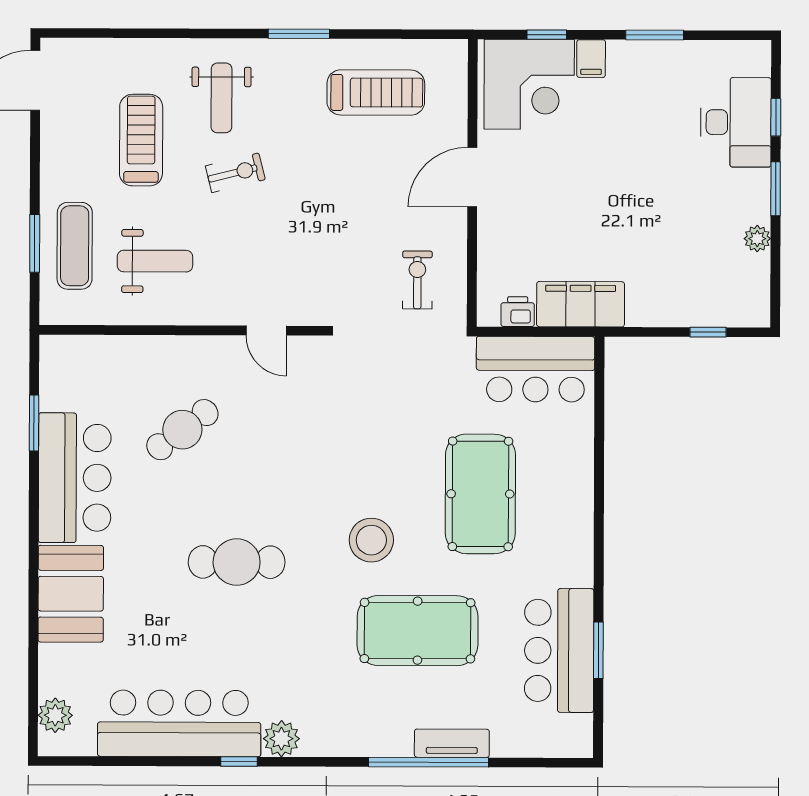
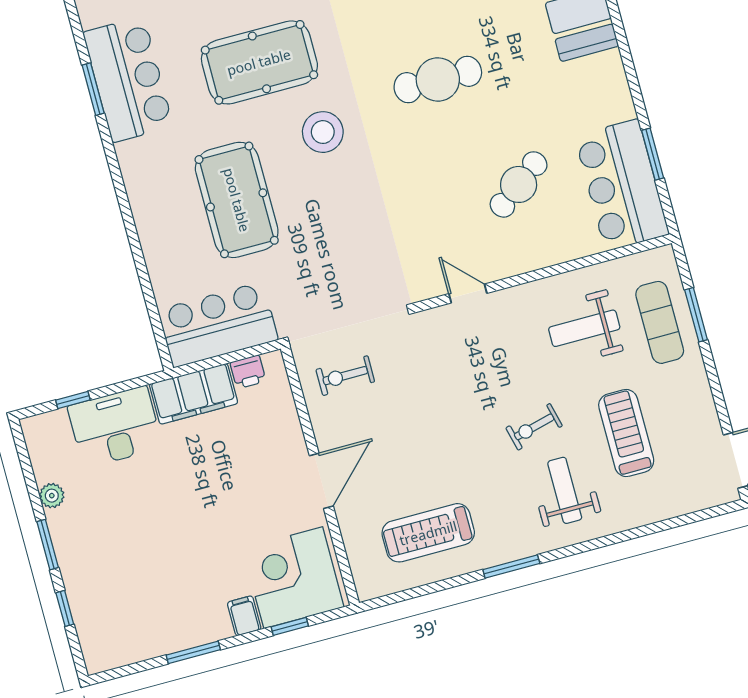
desk: (736, 122) -> (115, 427), moved, turned 90
treadmill: (141, 140) -> (626, 433), turned 180
exercise bike: (417, 280) -> (345, 376), turned 90
bar counter: (75, 478) -> (622, 185), moved

